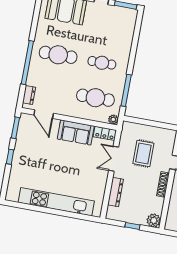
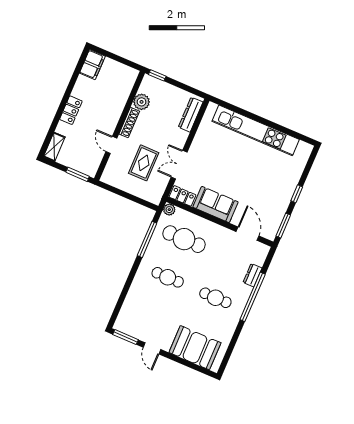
cafe table: (58, 55) -> (215, 298), width x0.73, depth x0.74
dresser: (29, 95) -> (252, 275), moved
double door: (114, 159) -> (179, 165), swing flipped
dresser: (115, 192) -> (191, 115), moved
plant: (154, 220) -> (142, 102), moved
window: (132, 226) -> (157, 75), moved

